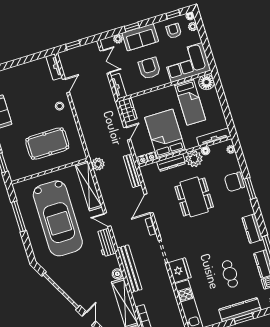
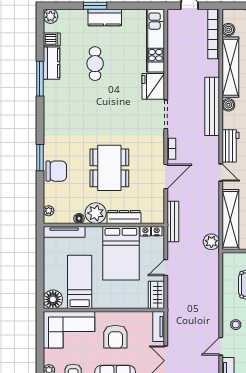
kitchen counter: (252, 229) -> (52, 109), removed
kitchen counter: (240, 310) -> (105, 17), width x0.67

